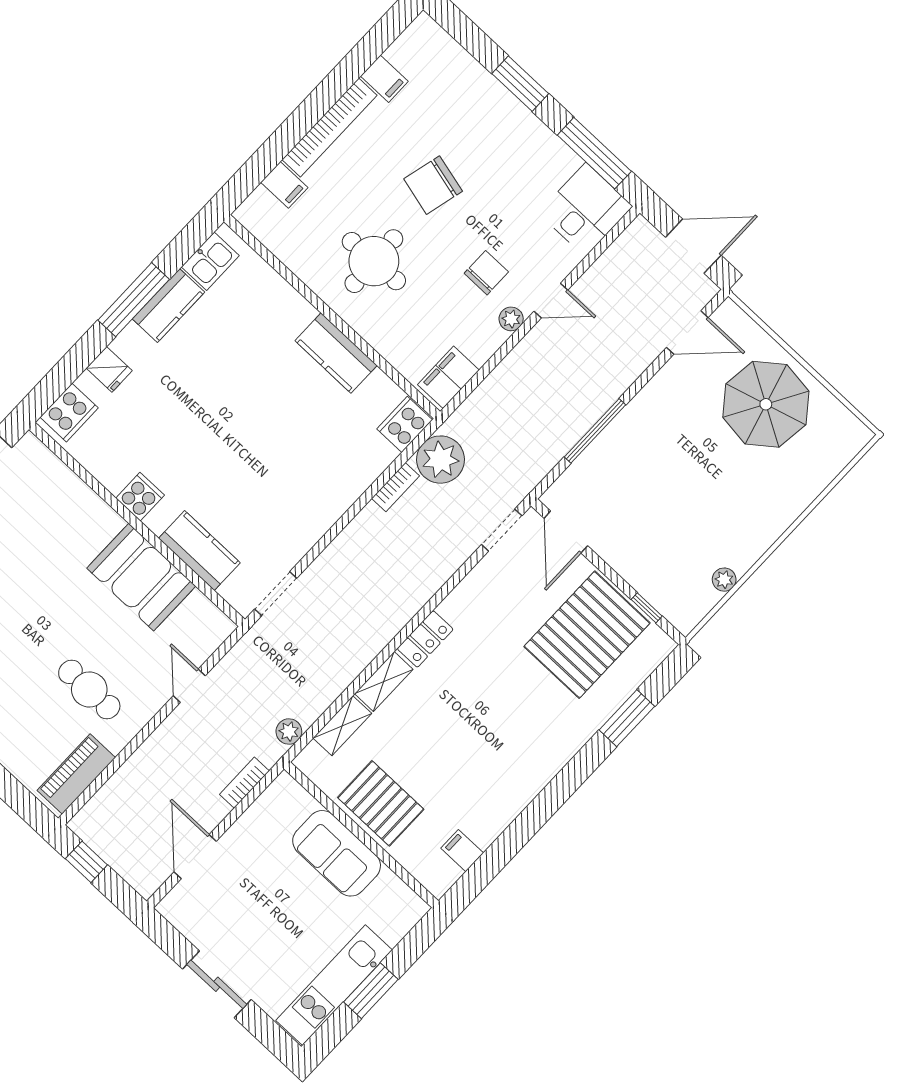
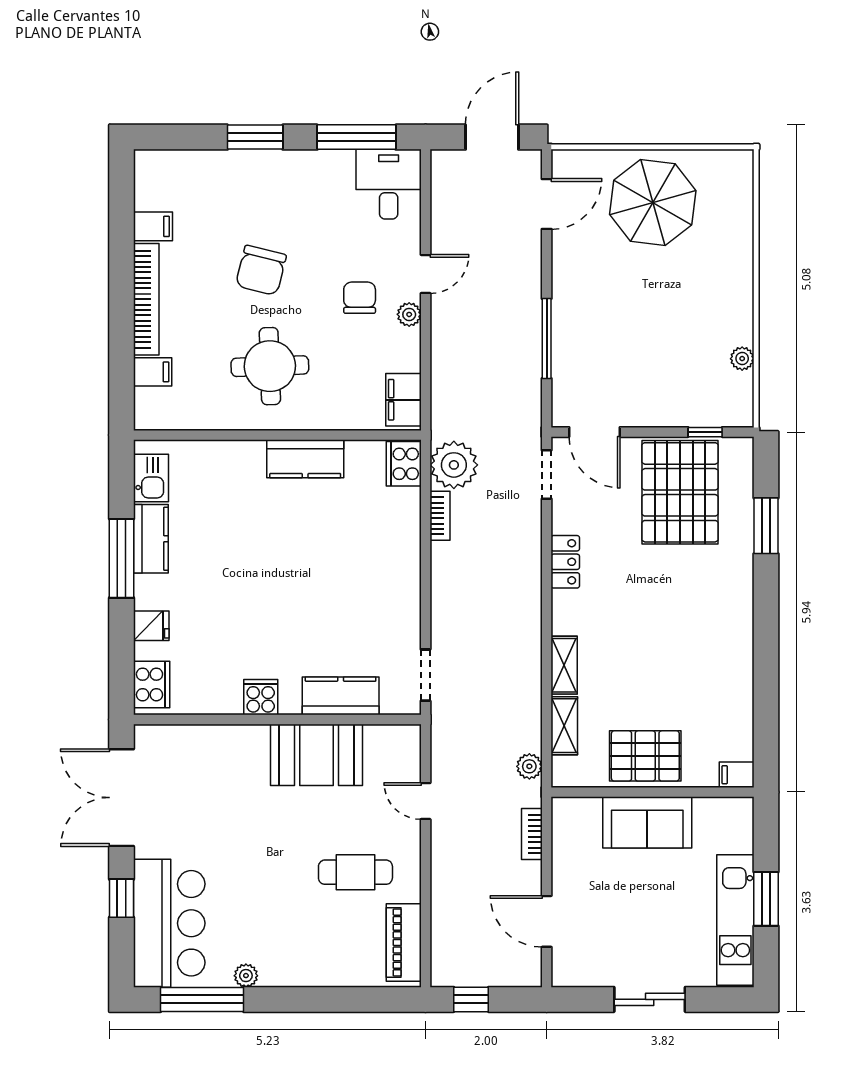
locker: (425, 639) -> (565, 562), moved
filing cabinet: (462, 851) -> (737, 775), moved

